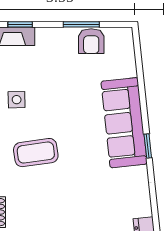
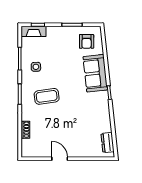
armchair: (91, 41) -> (87, 41), moved
sofa: (124, 123) -> (95, 73), width x0.73

